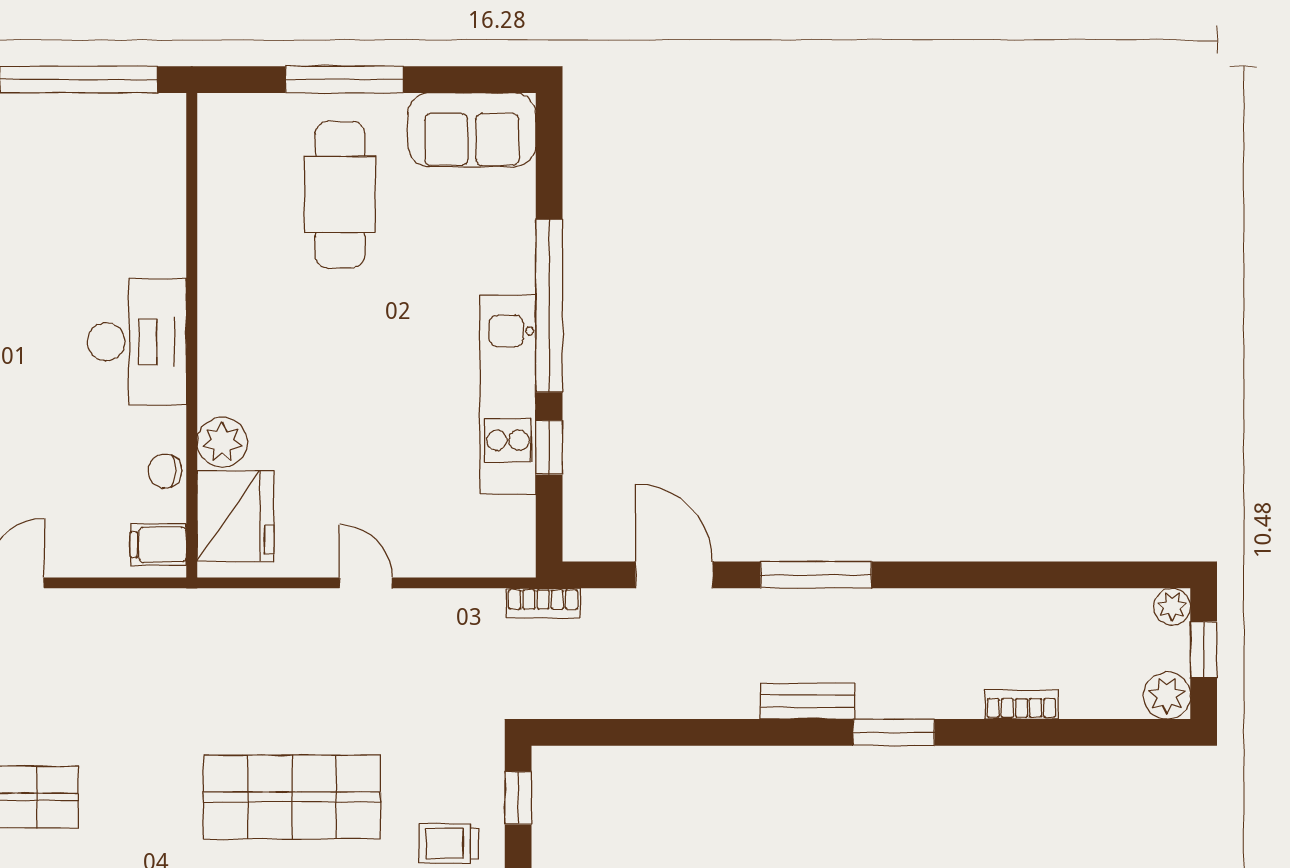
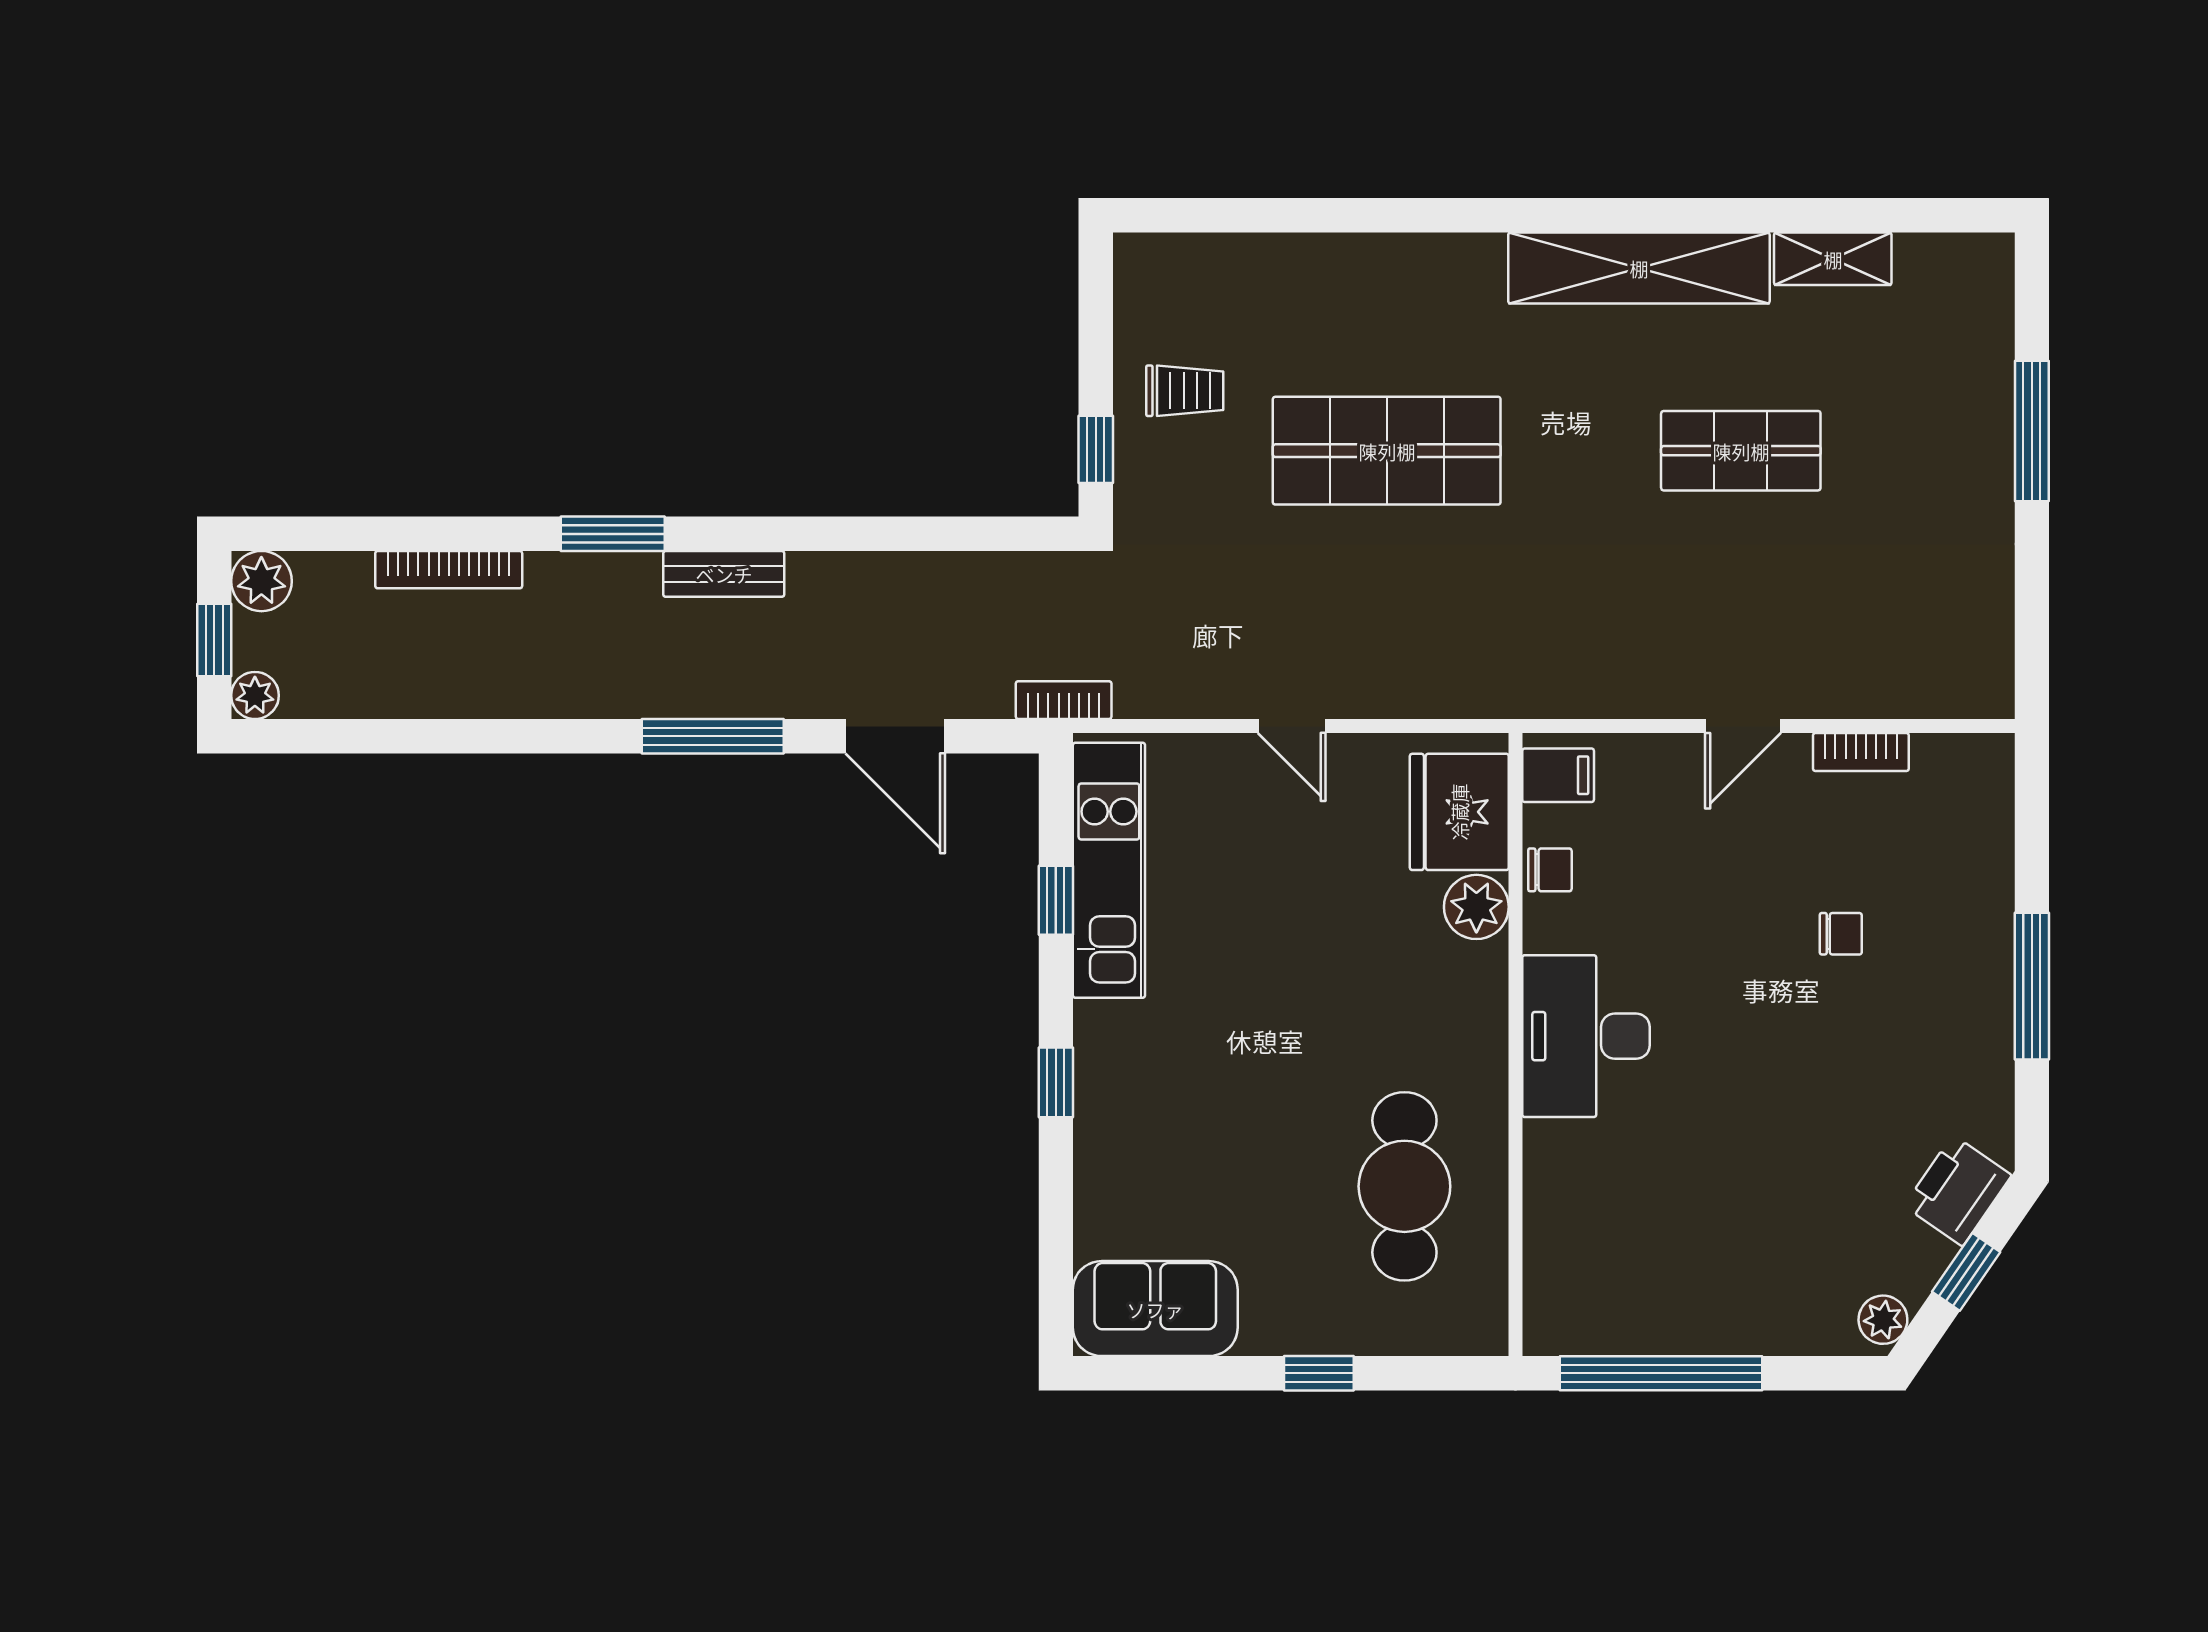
window: (345, 80) -> (1319, 1373), width x0.46
cafe table: (340, 194) -> (1404, 1186), moved
window: (549, 306) -> (1056, 1082), width x0.32
kitchen unit: (508, 394) -> (1109, 870), moved
bookcase: (1021, 704) -> (449, 570), width x1.56

